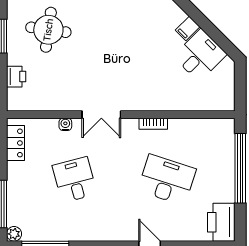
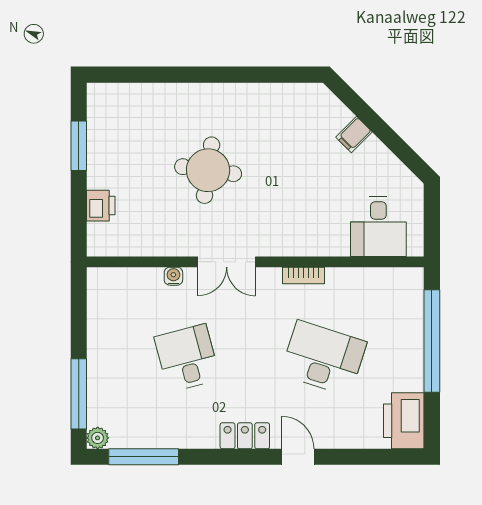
round table: (48, 30) -> (208, 170), moved
desk: (200, 55) -> (378, 227), moved, turned 135
locker: (15, 143) -> (245, 436), moved, turned -90

